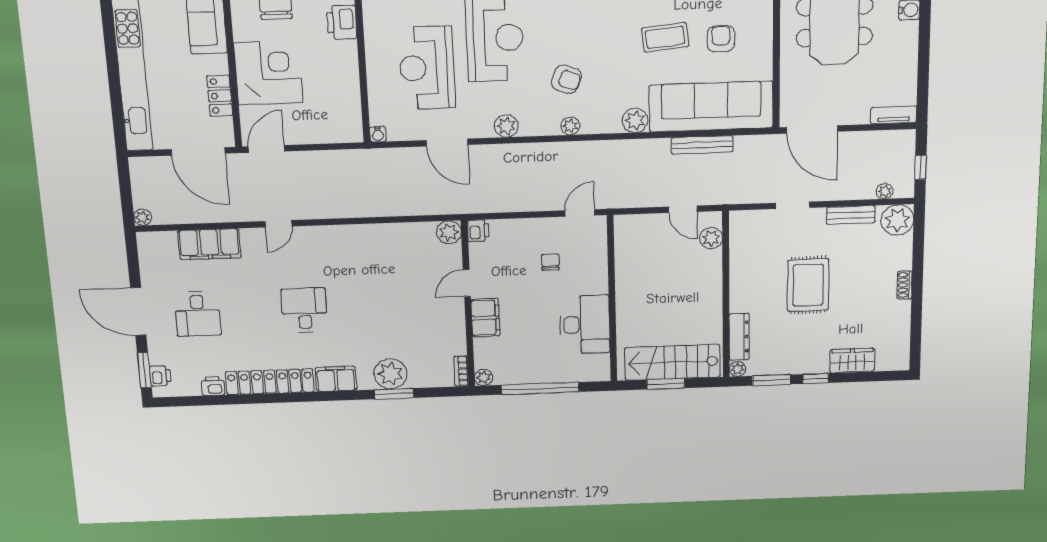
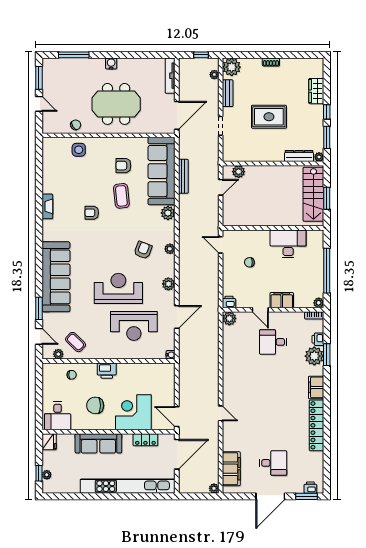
tv unit: (894, 115) -> (170, 76), width x1.41
filing cabinet: (209, 244) -> (231, 469), moved
desk: (304, 310) -> (273, 342), moved
printer: (213, 386) -> (318, 339), moved

